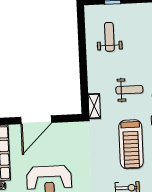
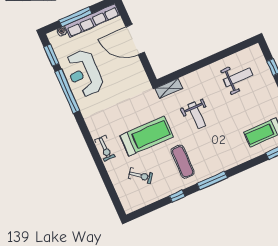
treadmill: (131, 144) -> (147, 136), turned 180

